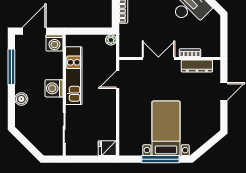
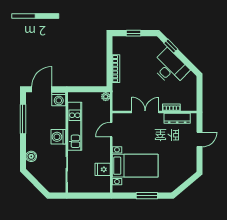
boiler: (21, 99) -> (31, 156), moved
bed with nightstands: (166, 128) -> (135, 166), moved, turned 90
fridge: (107, 148) -> (103, 169), moved
window: (160, 159) -> (147, 196), width x0.69

